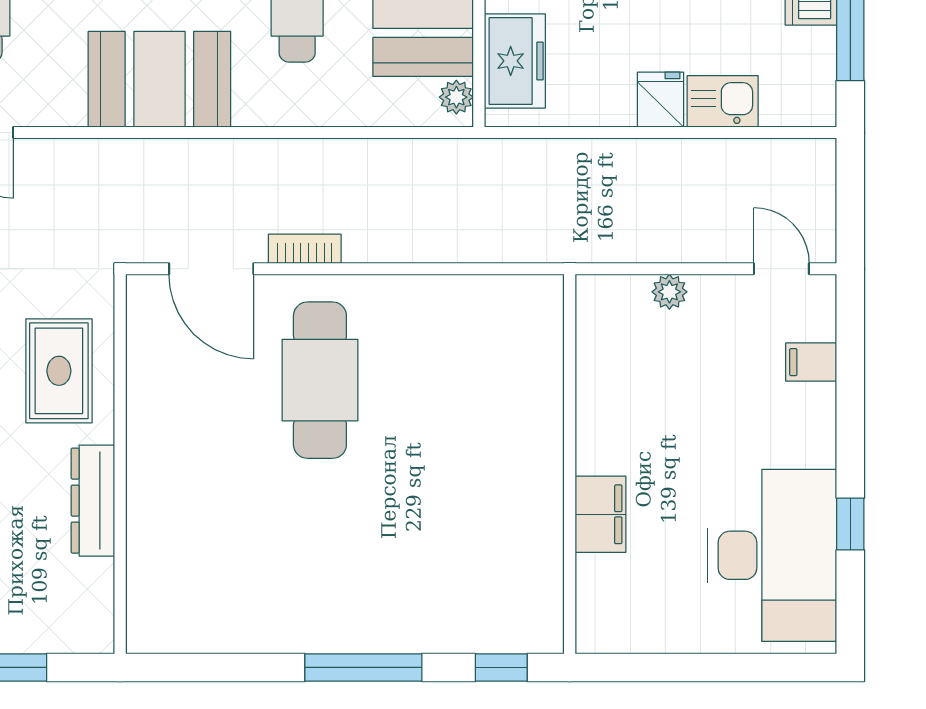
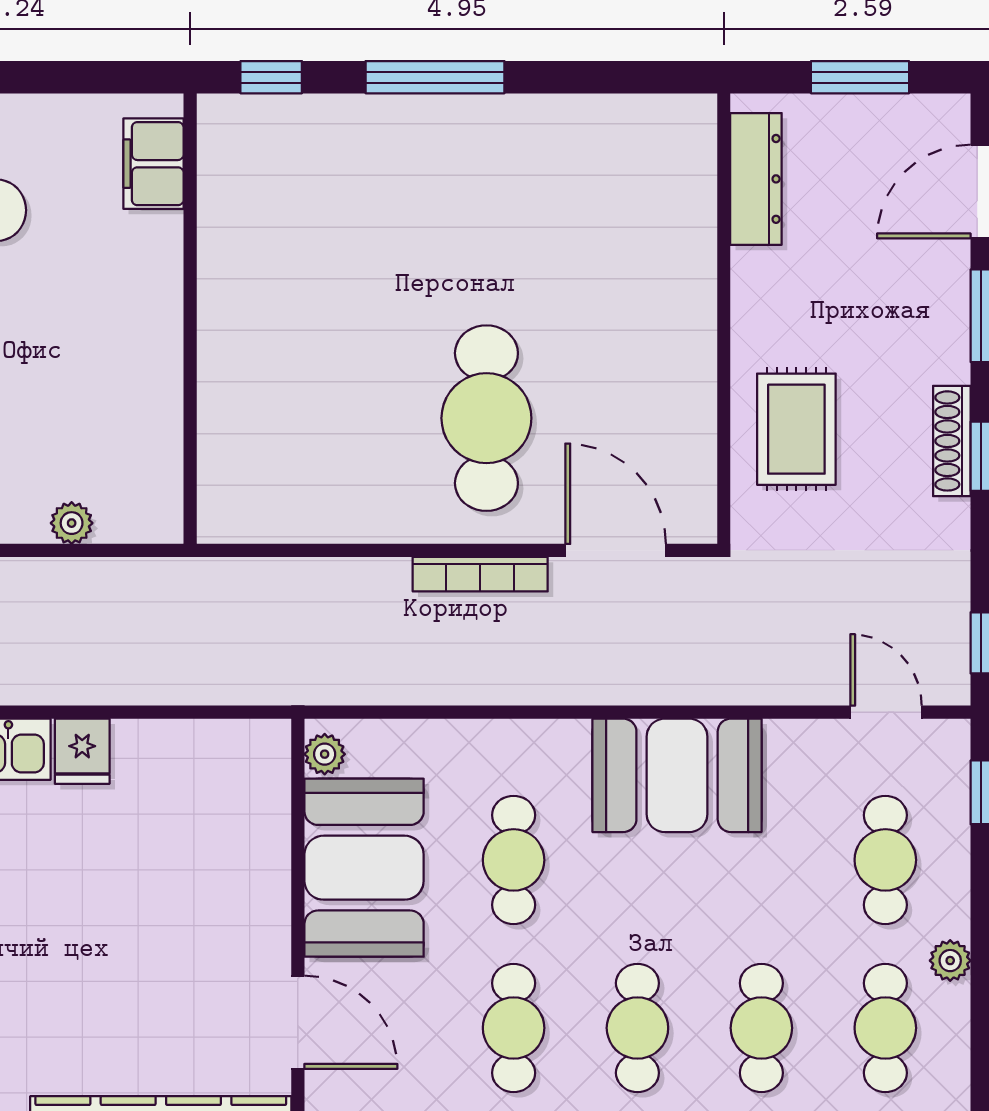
freezer: (515, 61) -> (255, 797), removed
bookcase: (305, 249) -> (480, 574), width x1.56
dresser: (93, 501) -> (756, 179), moved
filing cabinet: (600, 514) -> (153, 164), moved

